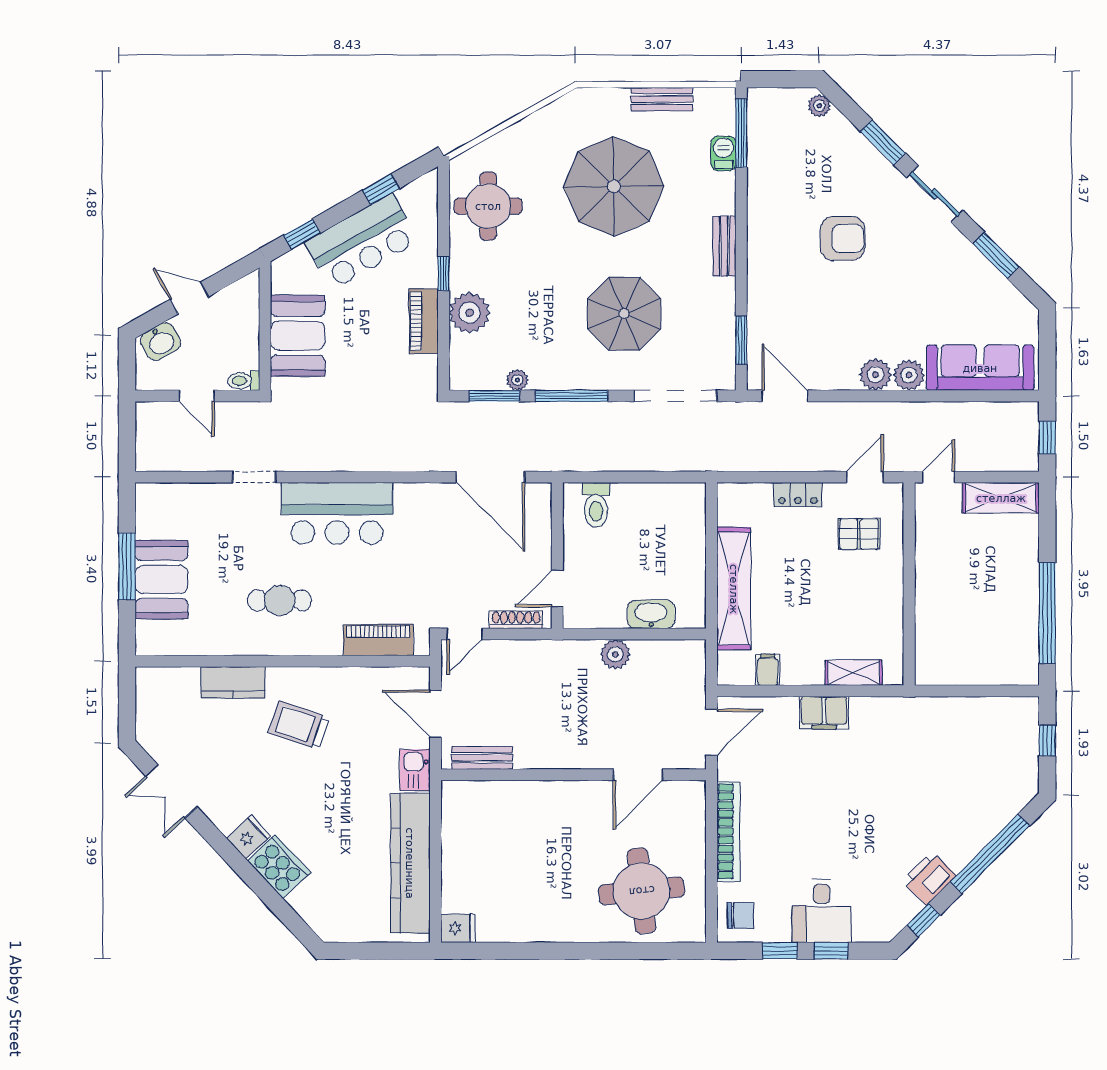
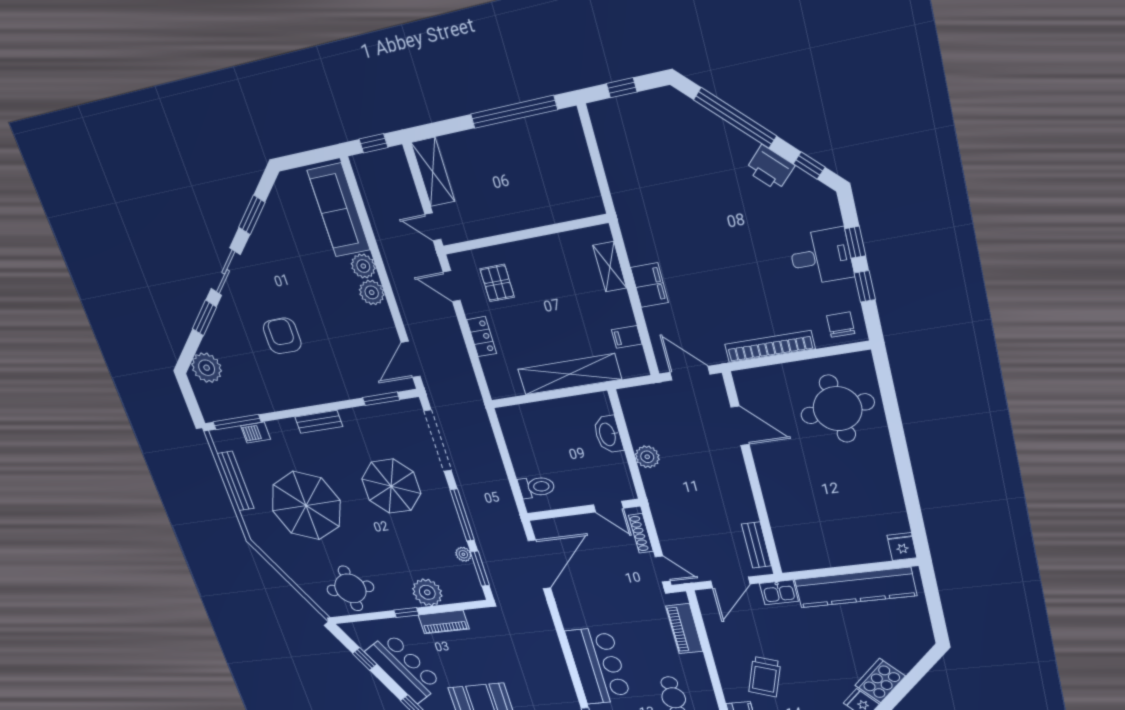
bench: (662, 99) -> (236, 481), width x1.36
plant: (819, 106) -> (207, 368), width x1.88, depth x1.88

